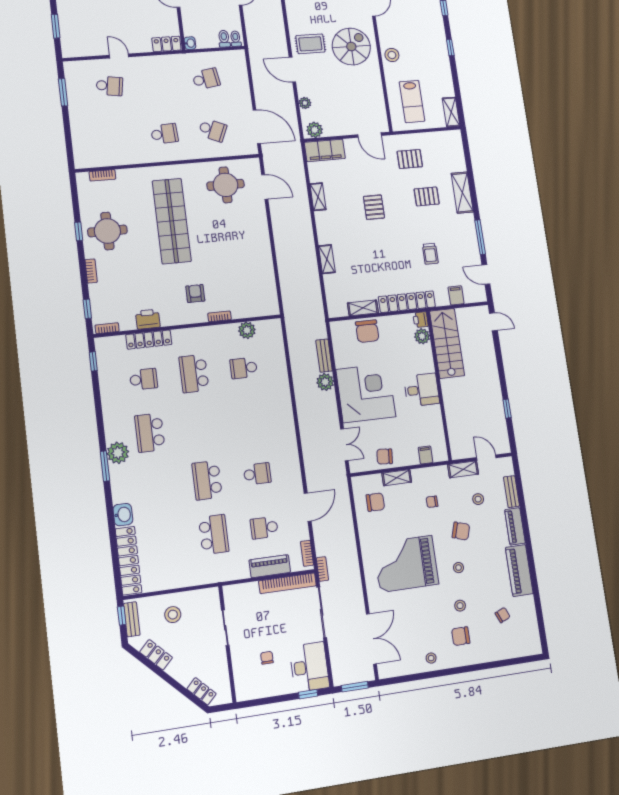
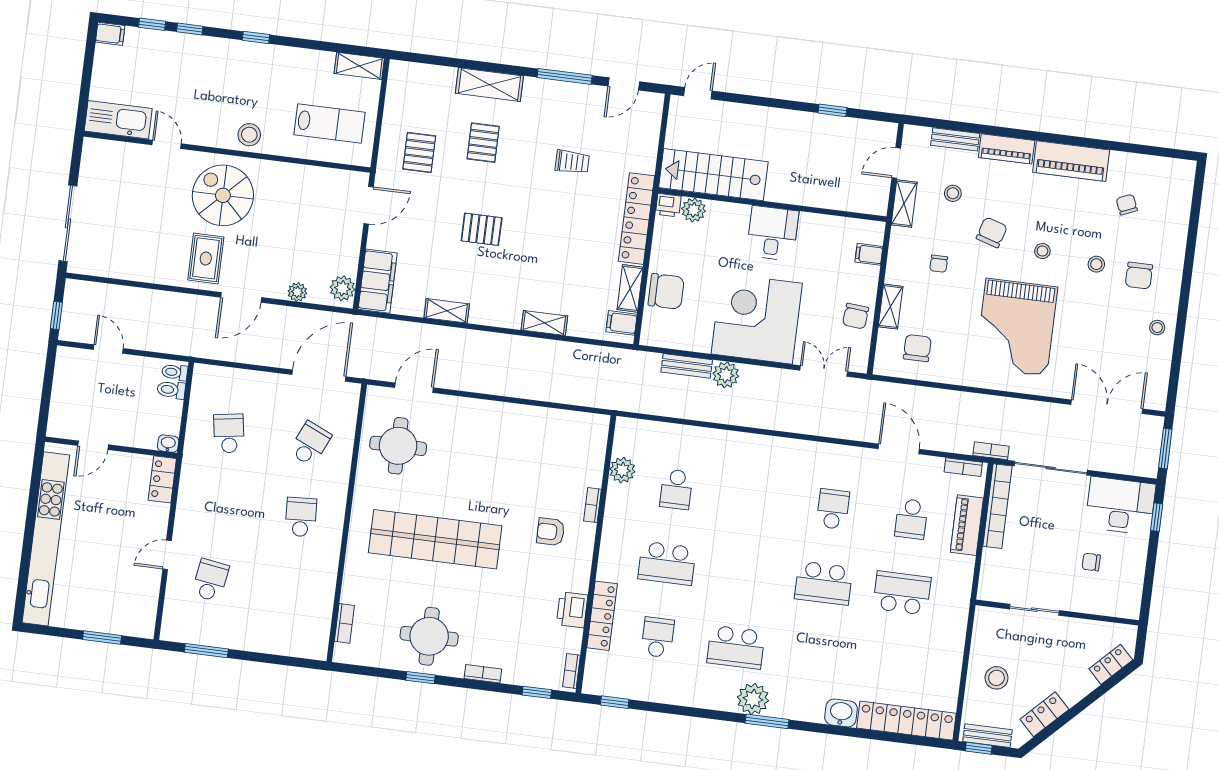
filing cabinet: (456, 295) -> (622, 323), moved

